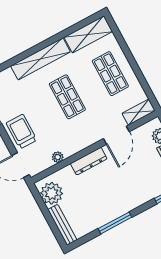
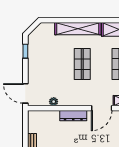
trolley: (21, 131) -> (38, 71), removed
plant: (52, 193) -> (36, 124), removed

